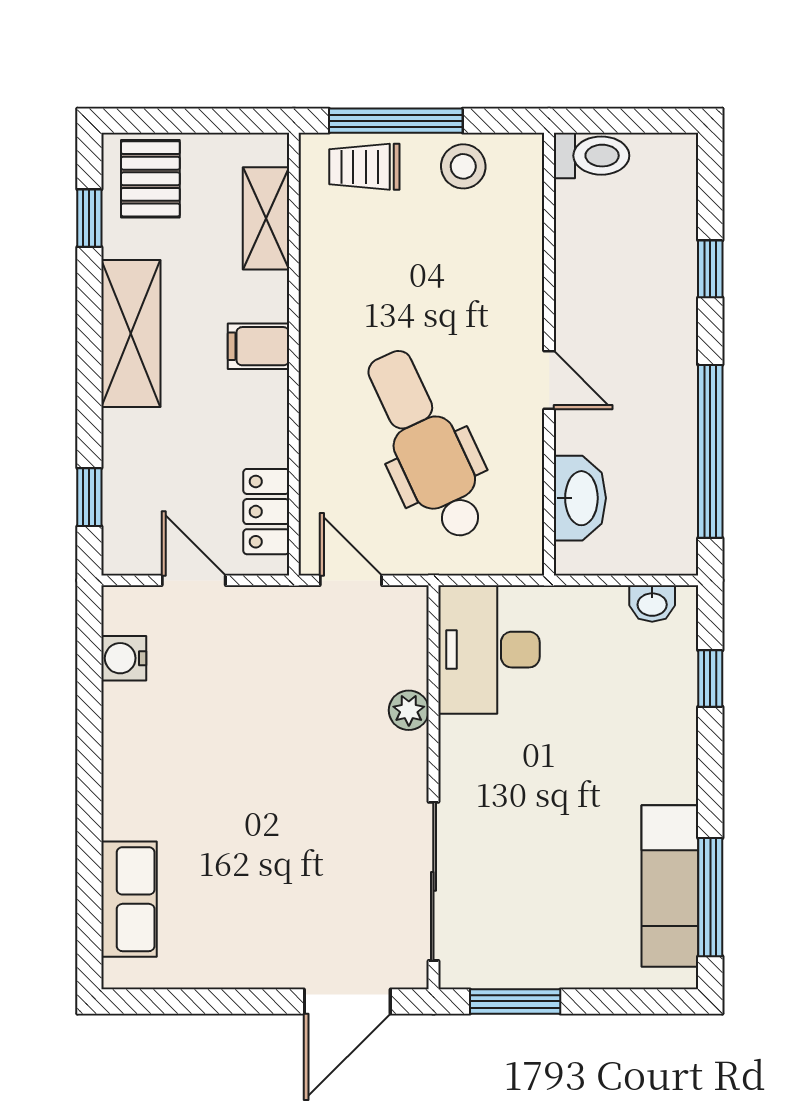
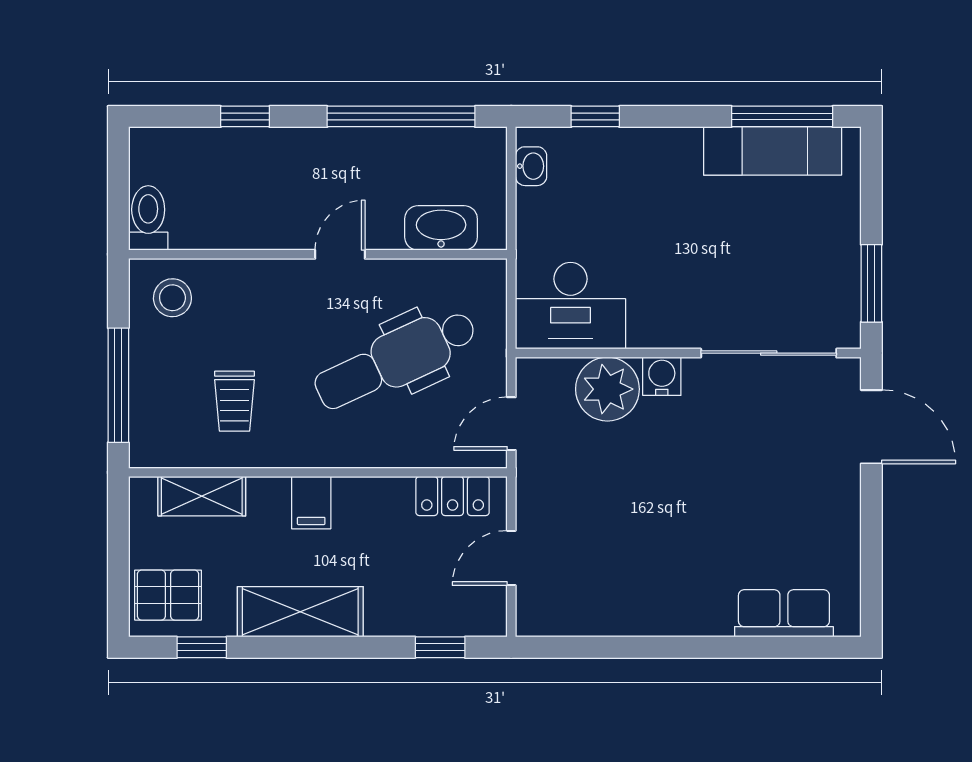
stool: (463, 166) -> (172, 298), moved
trolley: (364, 167) -> (234, 401), moved
water cooler: (124, 658) -> (662, 376), moved, turned 180
plant: (409, 710) -> (607, 389), width x1.87, depth x1.87

